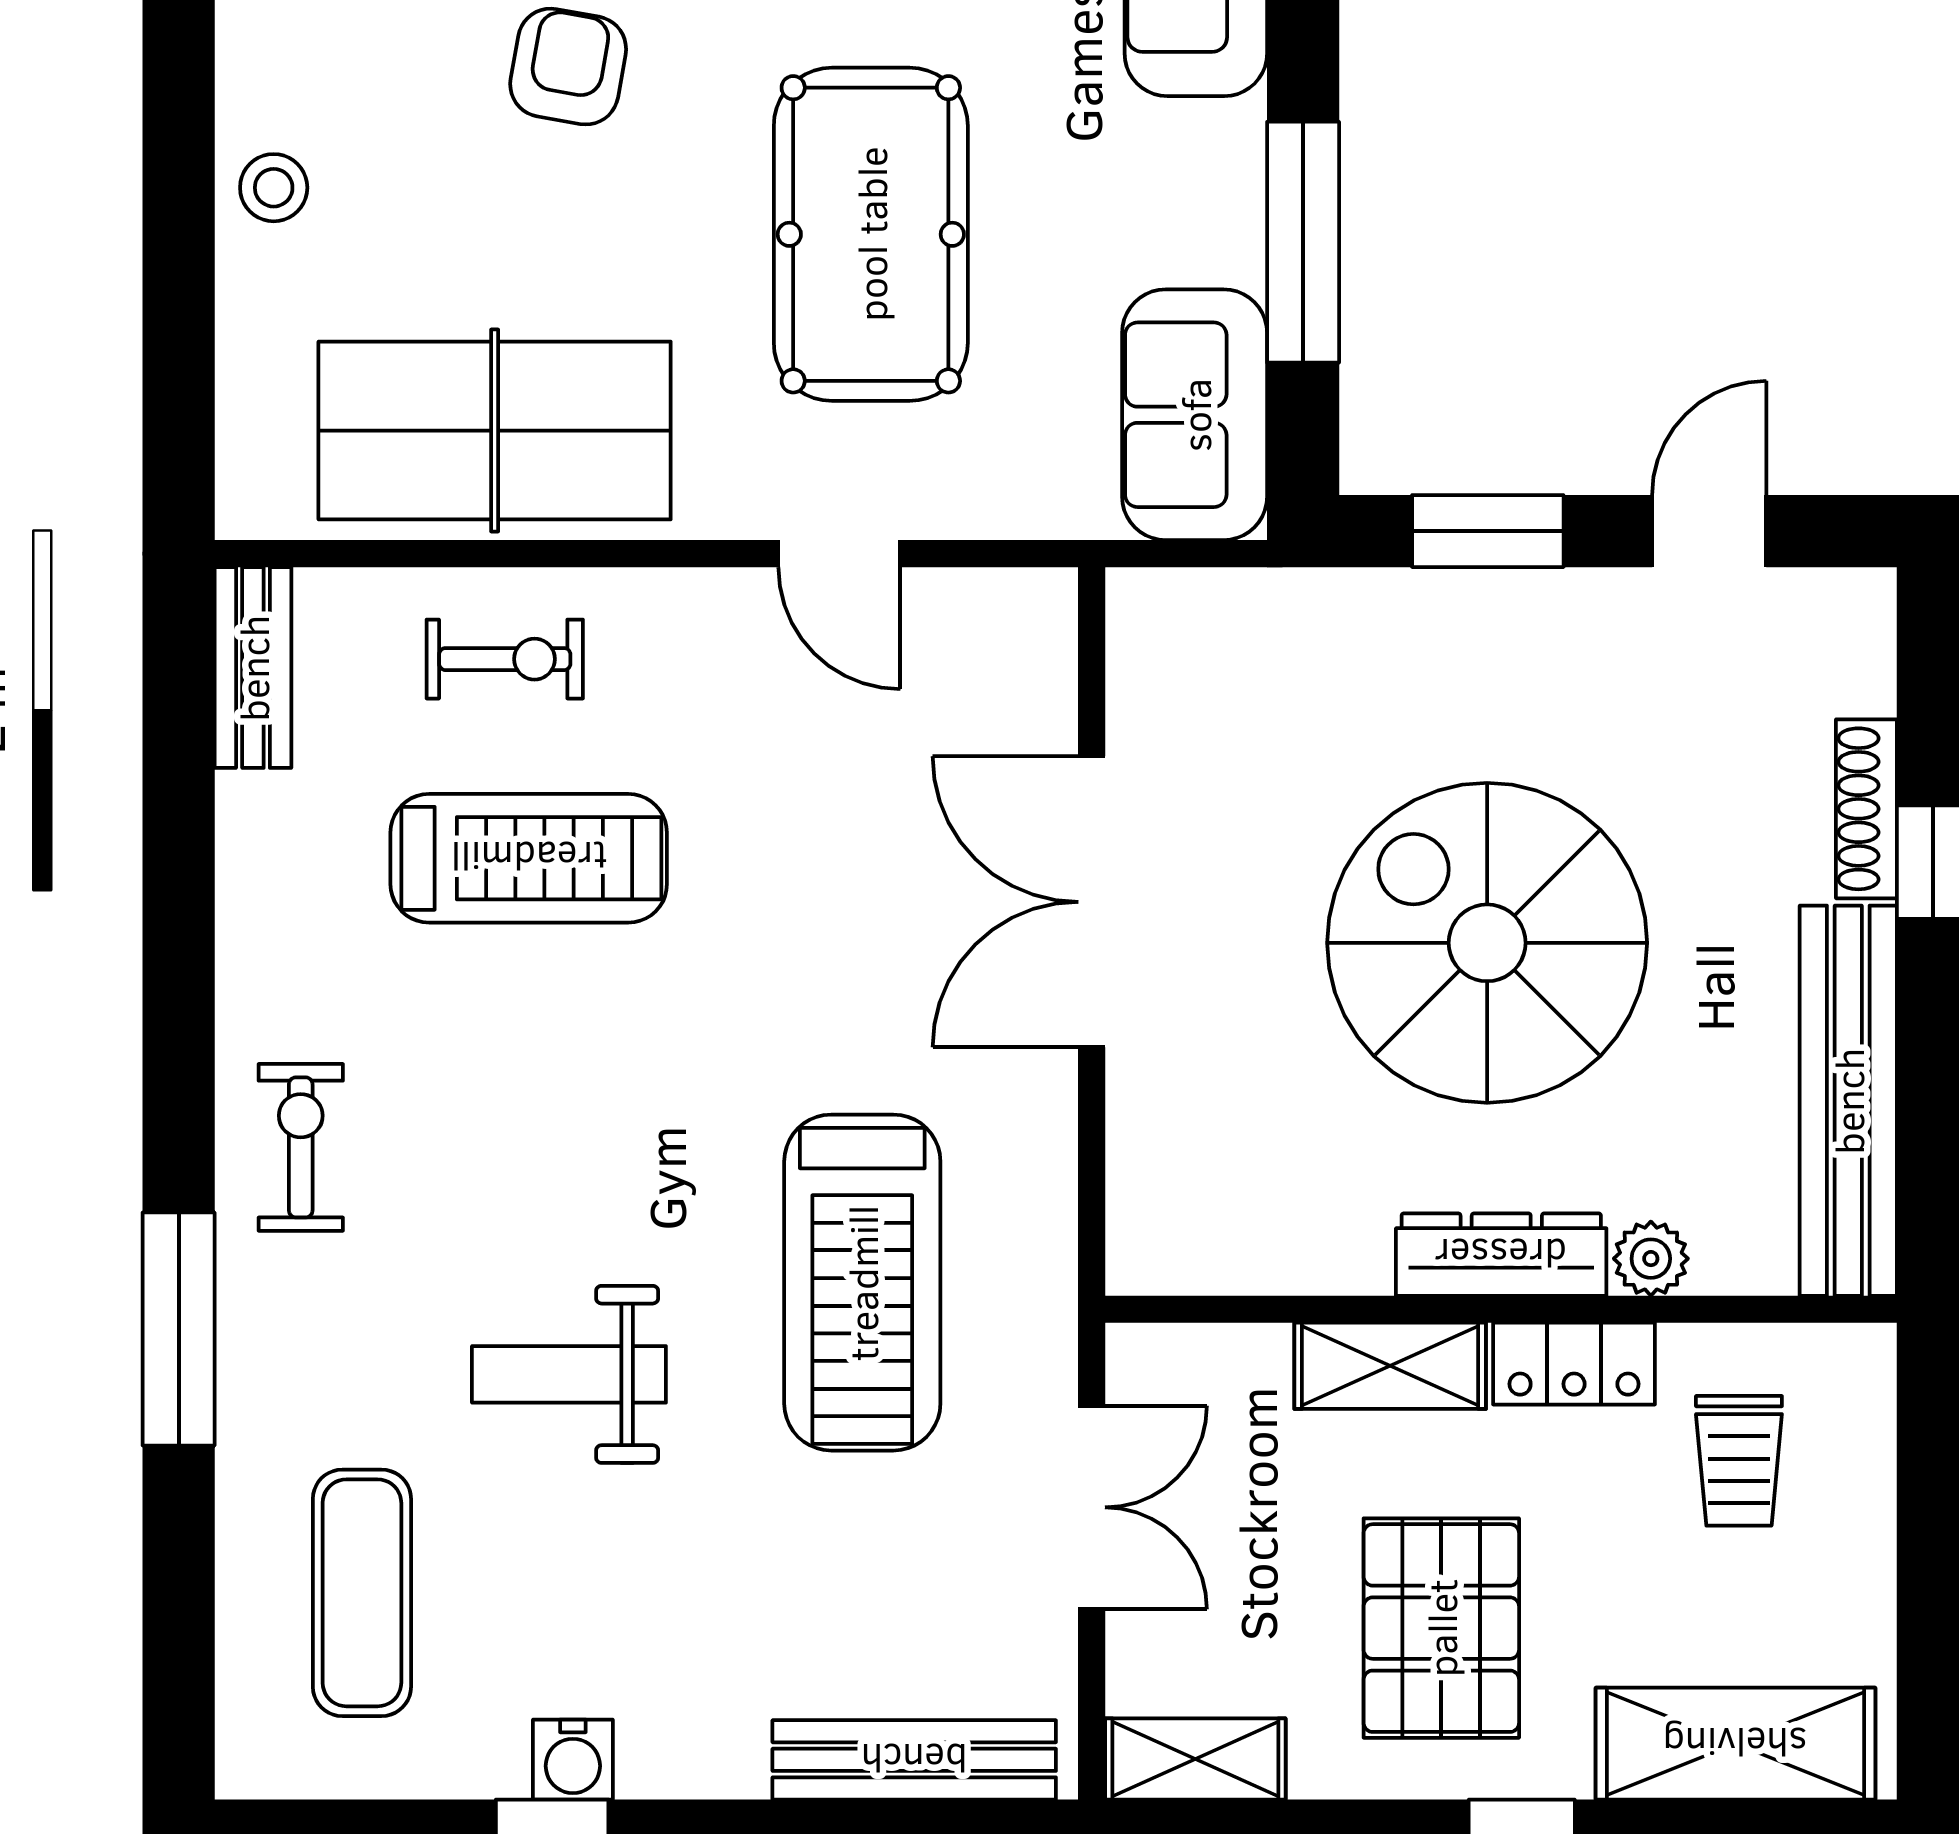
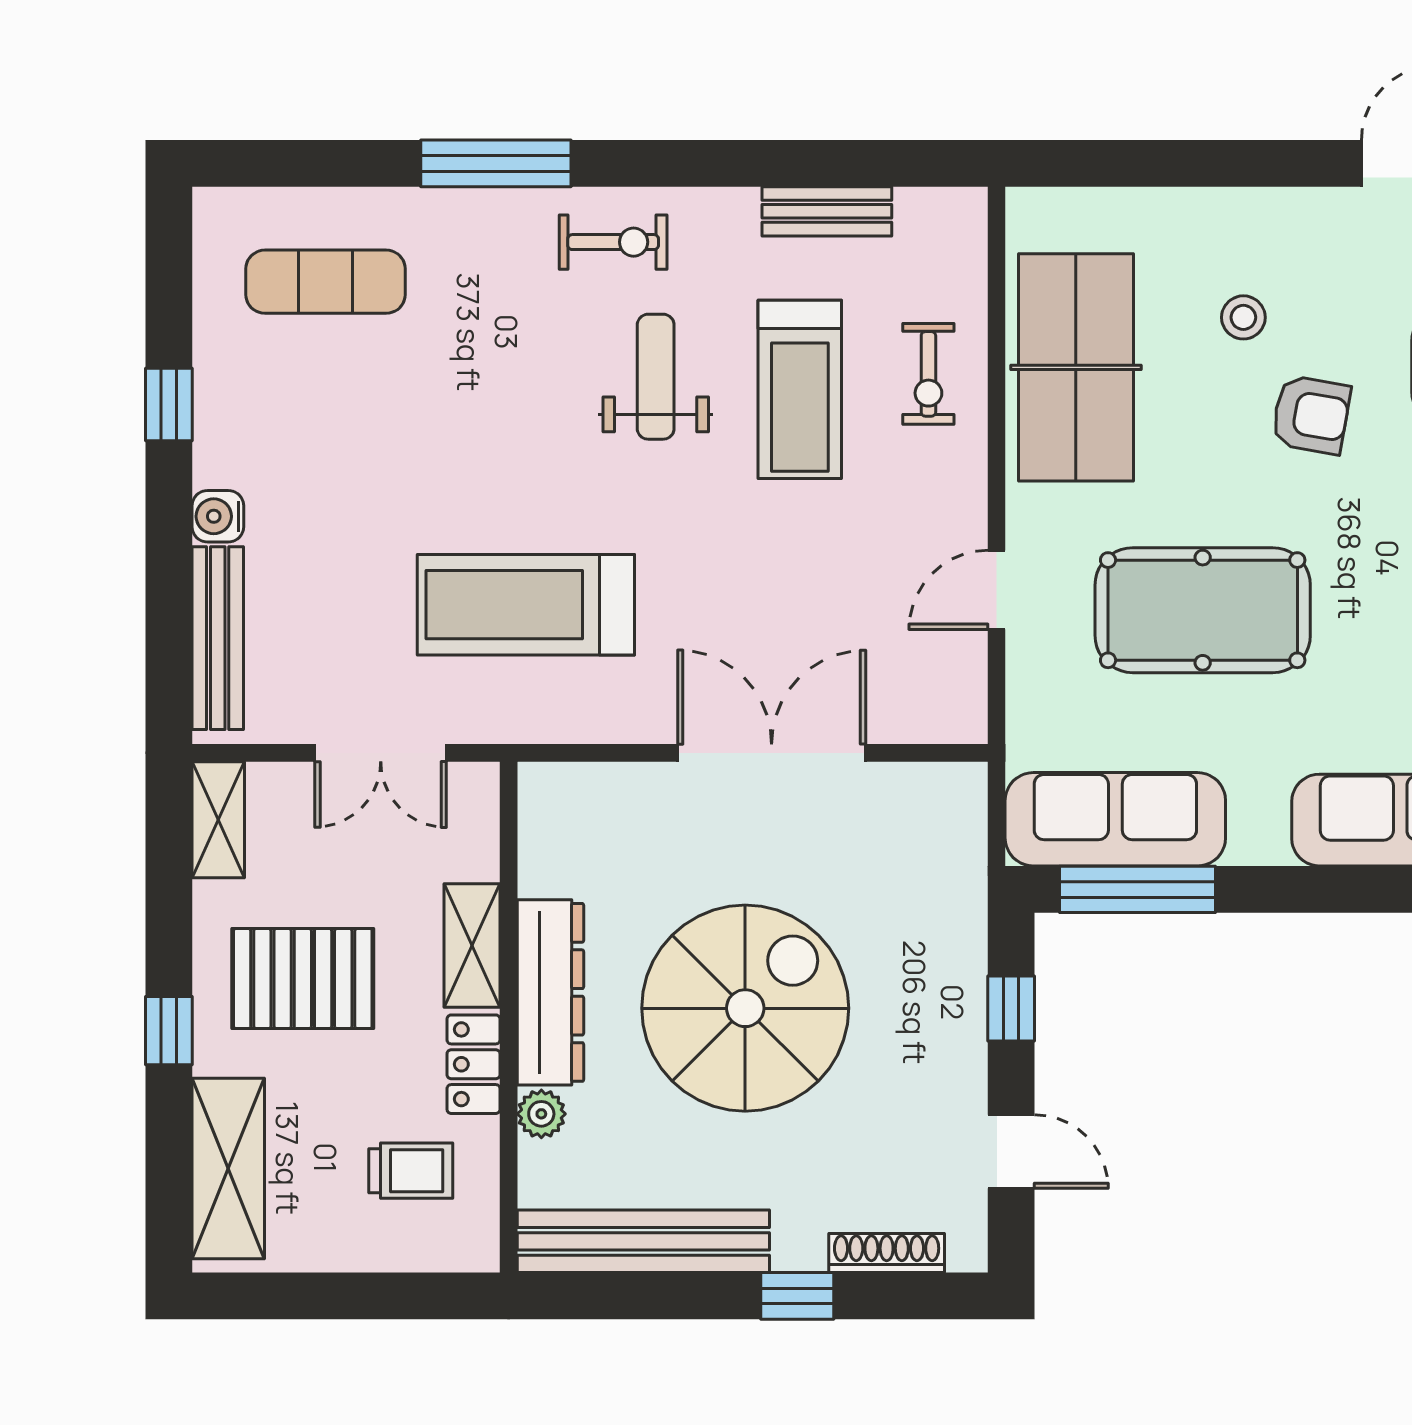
stool: (274, 188) -> (1243, 317), moved
window: (1303, 242) -> (1138, 889), moved
sofa: (1195, 415) -> (1115, 819), width x1.36
window: (1488, 531) -> (1011, 1009), width x0.67
bench: (253, 668) -> (827, 211), moved
shoe rack: (1866, 809) -> (887, 1253), moved
dresser: (1501, 1255) -> (550, 992), width x1.37, depth x1.24
weight bench: (569, 1374) -> (656, 377), moved
trolley: (1739, 1461) -> (411, 1171), turned 180
water cooler: (573, 1760) -> (218, 516), moved

